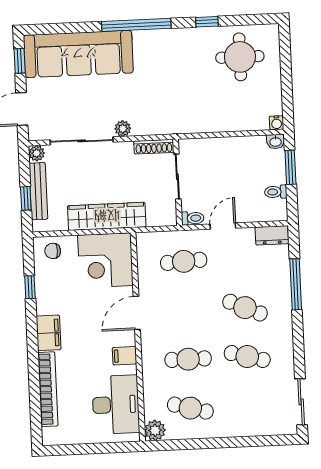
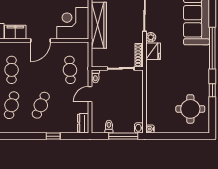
fridge: (146, 124) -> (153, 51), added
window: (290, 167) -> (123, 136), width x1.44
door: (223, 226) -> (90, 94), swing flipped
window: (296, 284) -> (53, 136), width x0.46
door: (137, 313) -> (40, 41), swing flipped
filing cabinet: (125, 356) -> (15, 32), width x2.00

